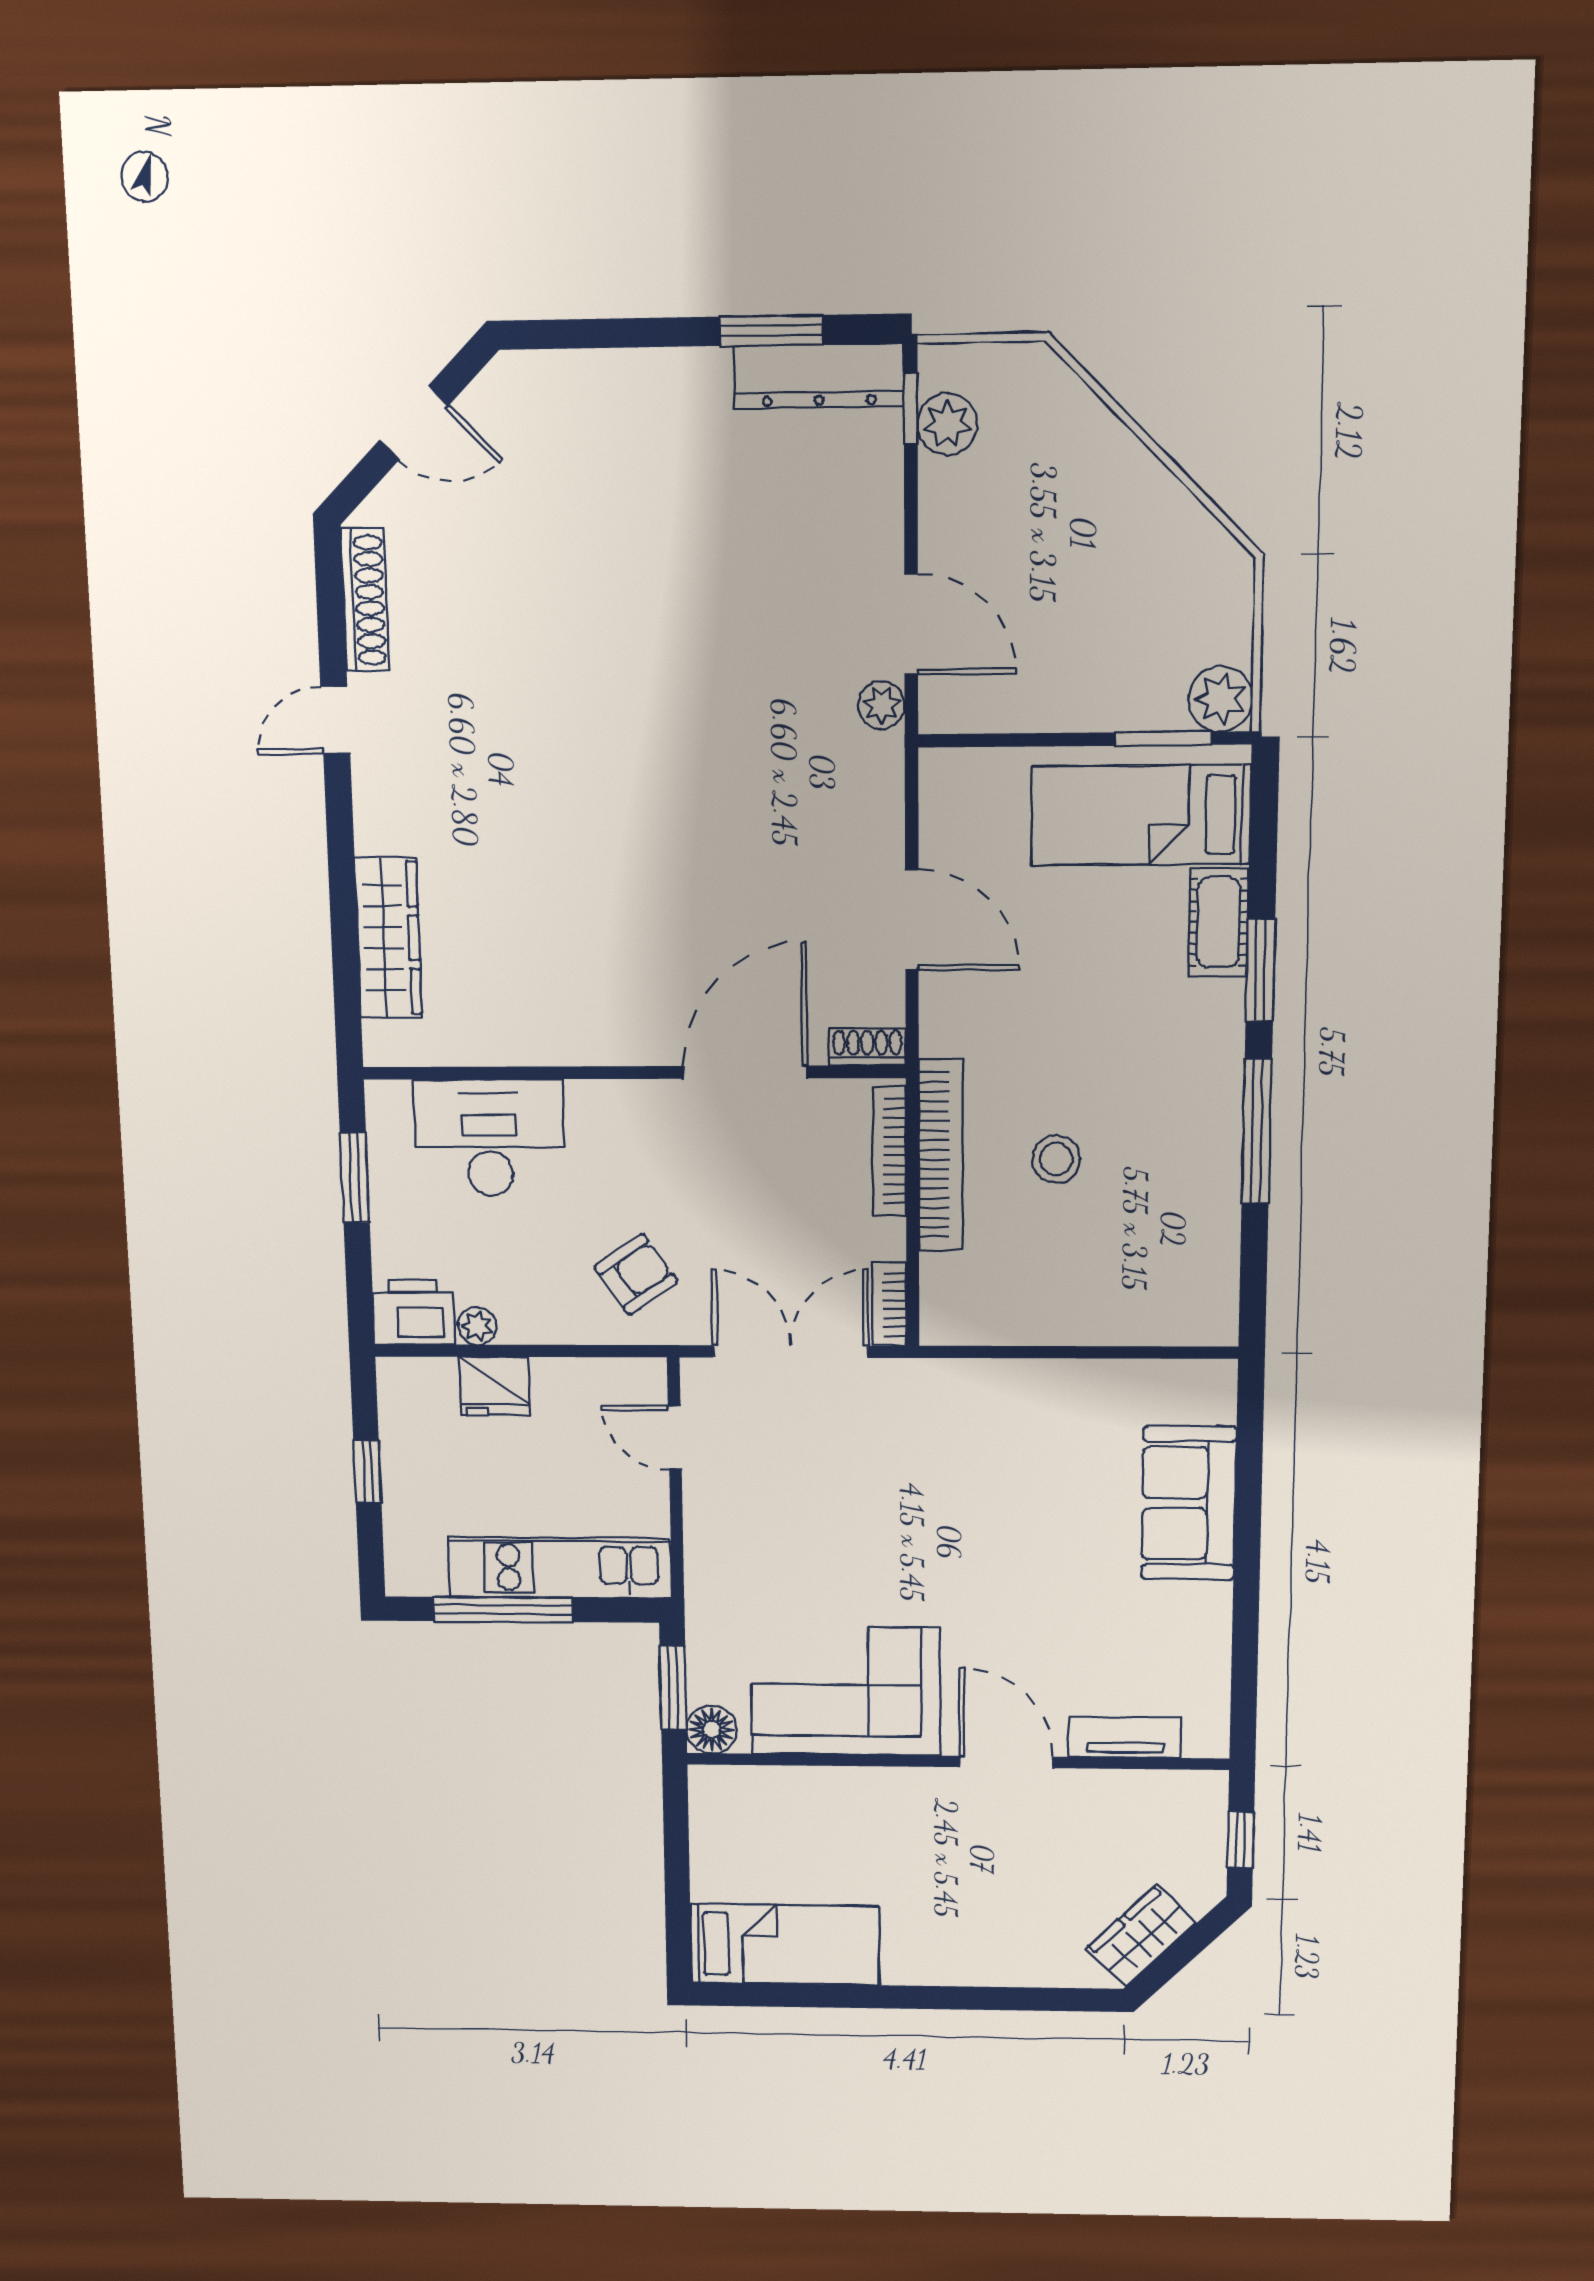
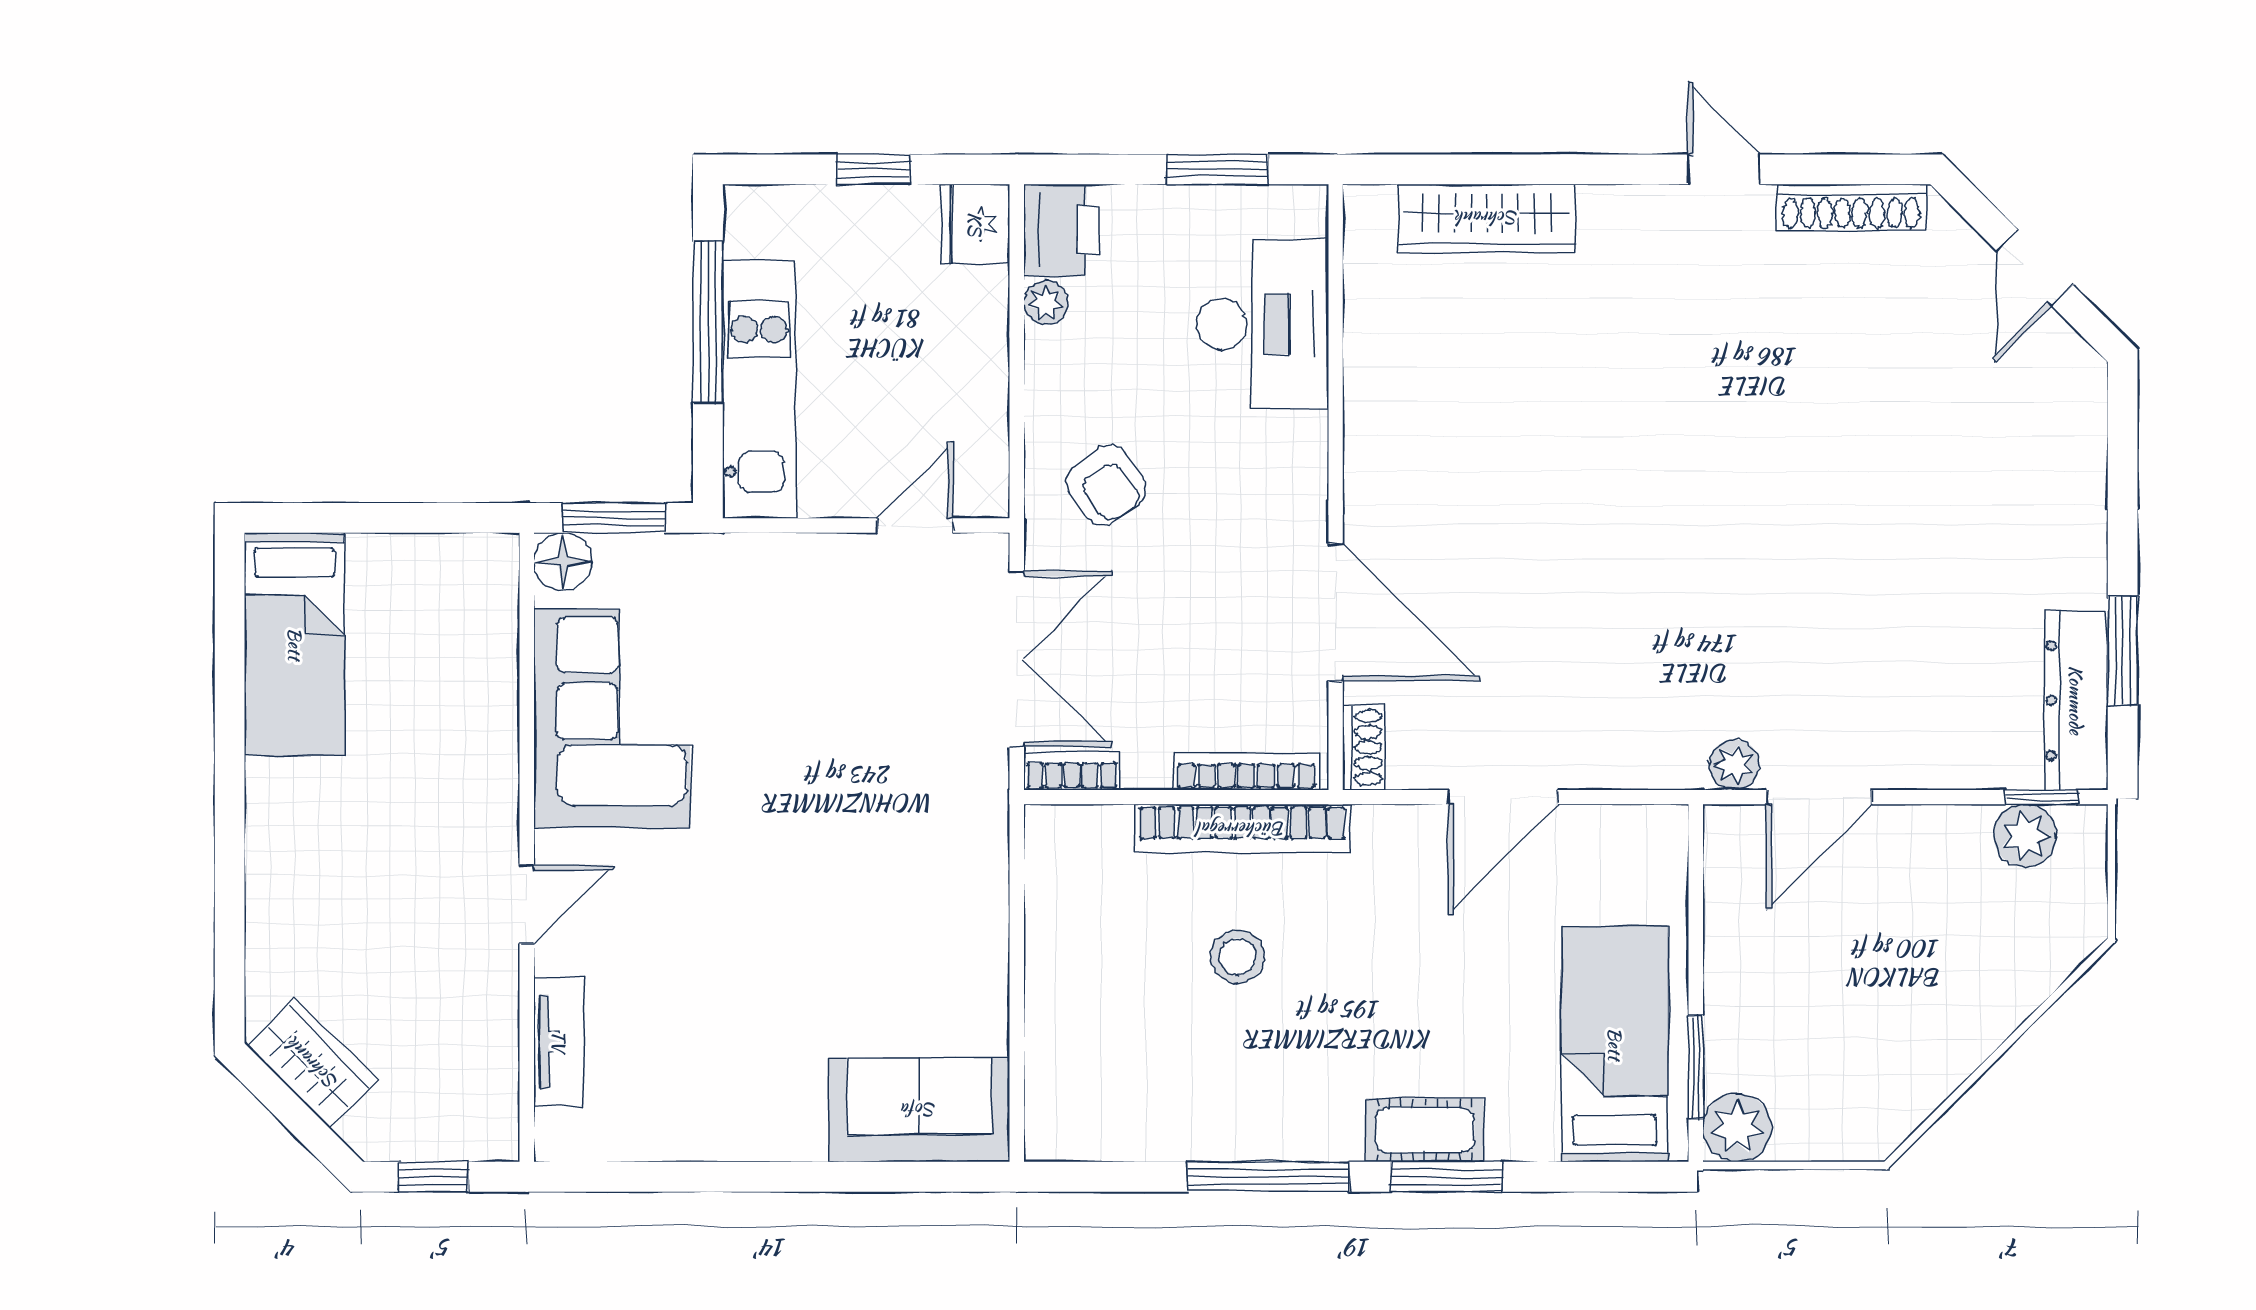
cot: (1218, 922) -> (1425, 1130), moved
fridge: (495, 1386) -> (975, 224), moved
sofa: (1189, 1503) -> (919, 1110), moved
door: (1006, 1762) -> (527, 904), width x0.73

